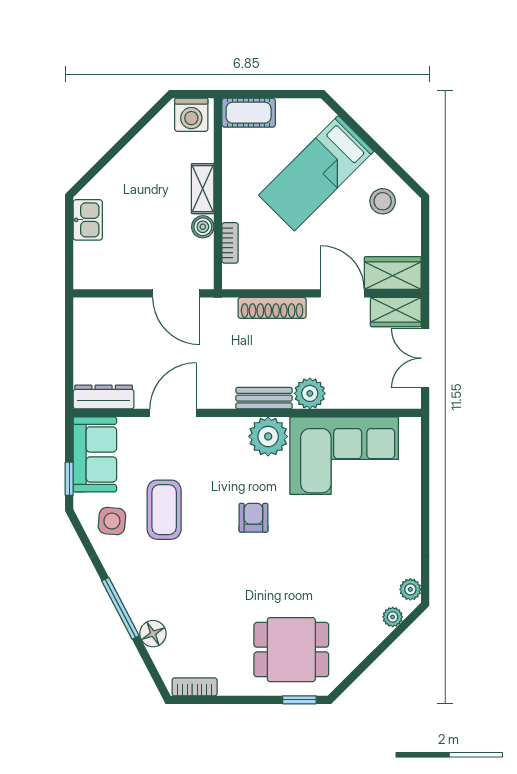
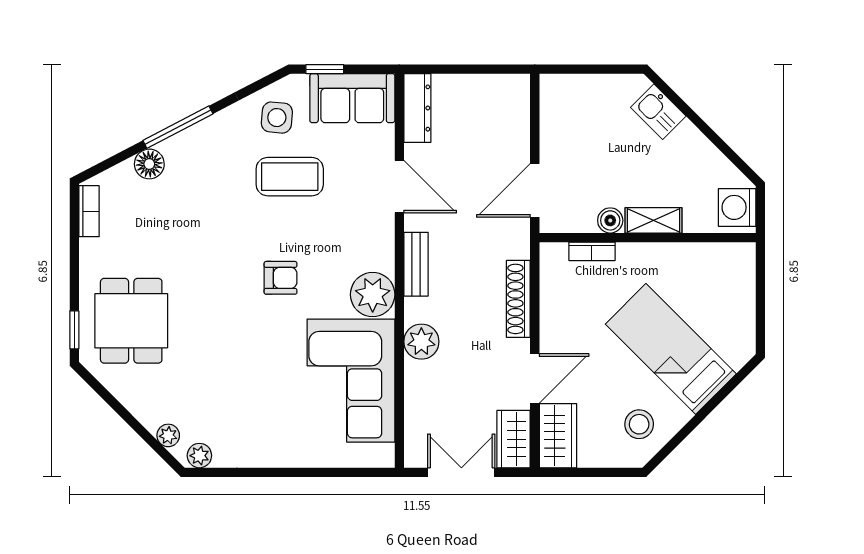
cot: (249, 113) -> (739, 272), removed
kitchen sink: (88, 220) -> (658, 112), moved, turned 45
bench: (264, 398) -> (416, 264), moved

